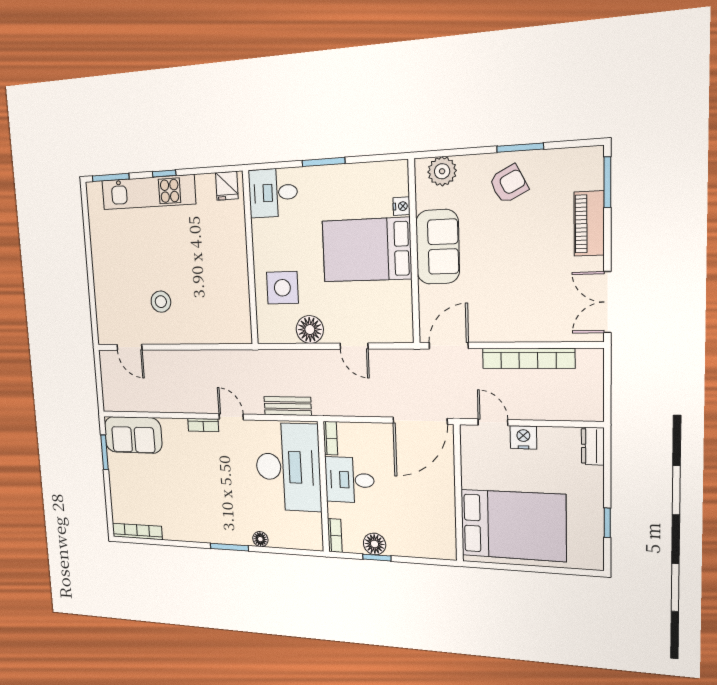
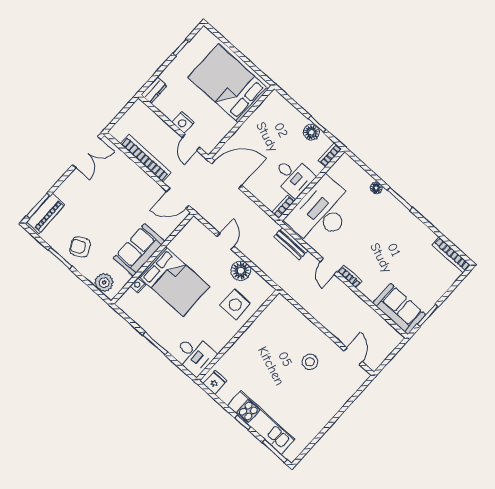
piano: (589, 224) -> (46, 213), moved

